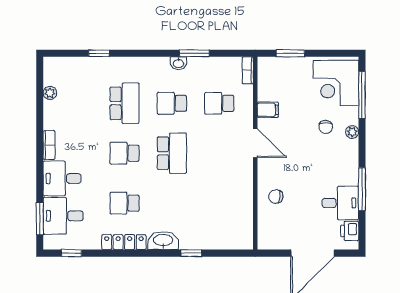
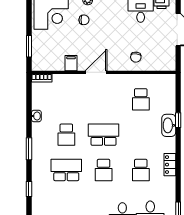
window: (194, 53) -> (29, 149), moved
washbasin: (178, 63) -> (36, 116), moved
school desk: (219, 103) -> (141, 99), moved
washbasin: (163, 241) -> (169, 125), moved
locker: (124, 242) -> (170, 165), width x0.66

